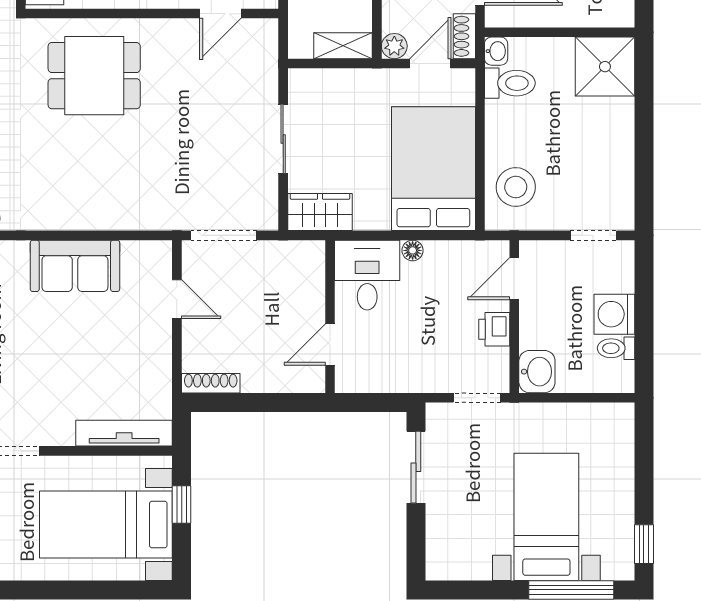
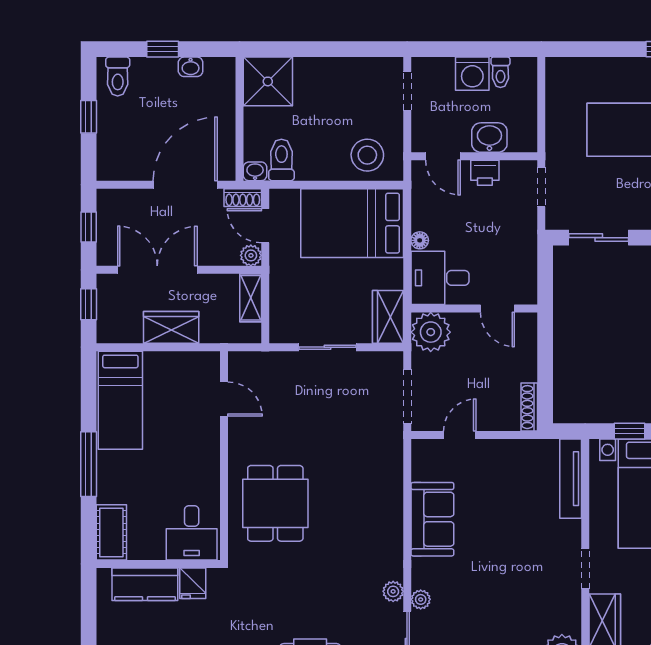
plant: (302, 264) -> (431, 332), added
washbasin: (537, 372) -> (489, 138), moved

